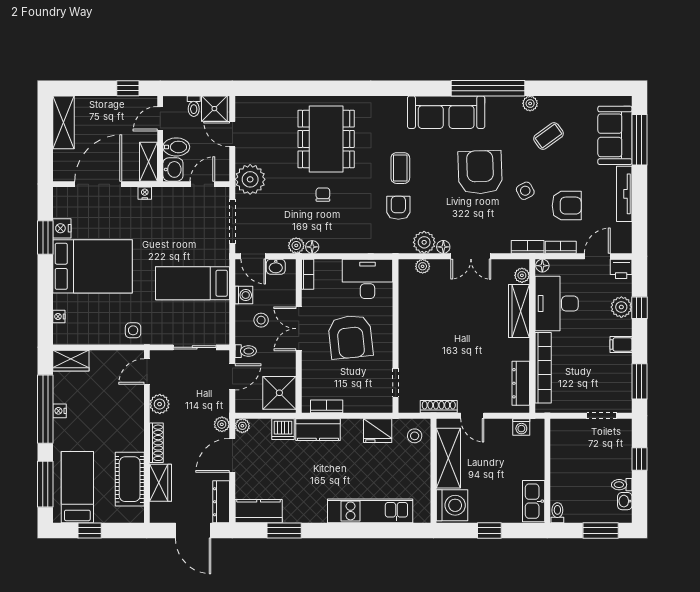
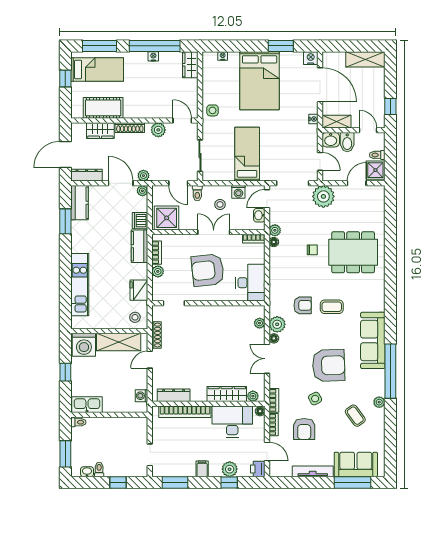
nightstand: (62, 228) -> (311, 58), moved
plant: (352, 405) -> (158, 271), added

